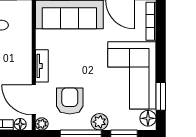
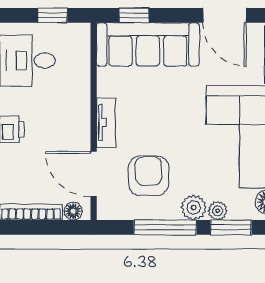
plant: (42, 124) -> (218, 211), moved

